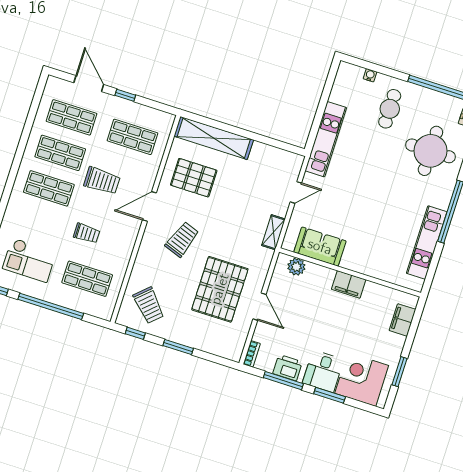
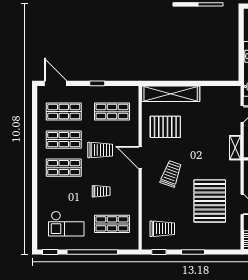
door: (89, 84) -> (56, 83), moved
door: (149, 206) -> (140, 158), hinge flipped
trolley: (149, 305) -> (162, 229), turned -47

